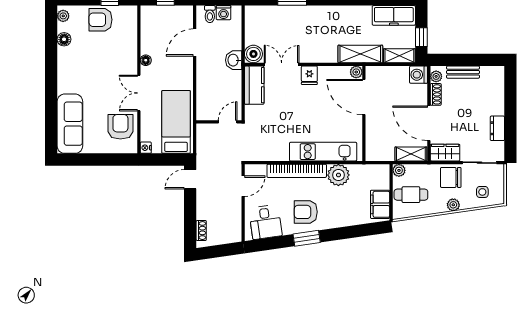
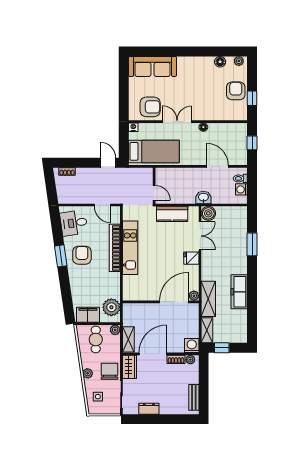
freezer: (394, 15) -> (239, 292), moved
bench: (463, 72) -> (194, 397), moved
kitchen counter: (254, 85) -> (172, 214), moved
kitchen unit: (323, 152) -> (130, 248), moved
plant: (338, 175) -> (111, 307), moved

